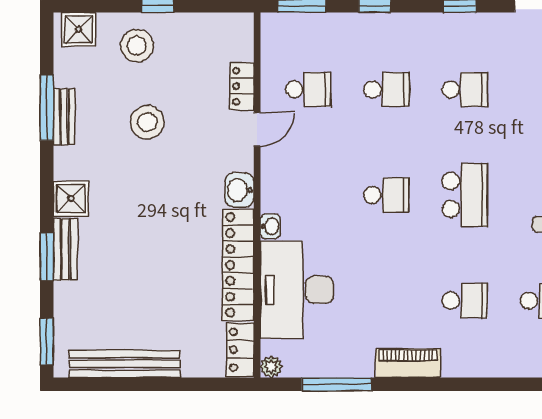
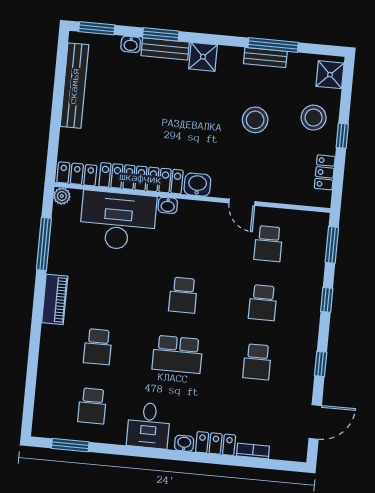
locker: (242, 86) -> (325, 172), moved, turned -90
washbasin: (63, 295) -> (131, 44), added

